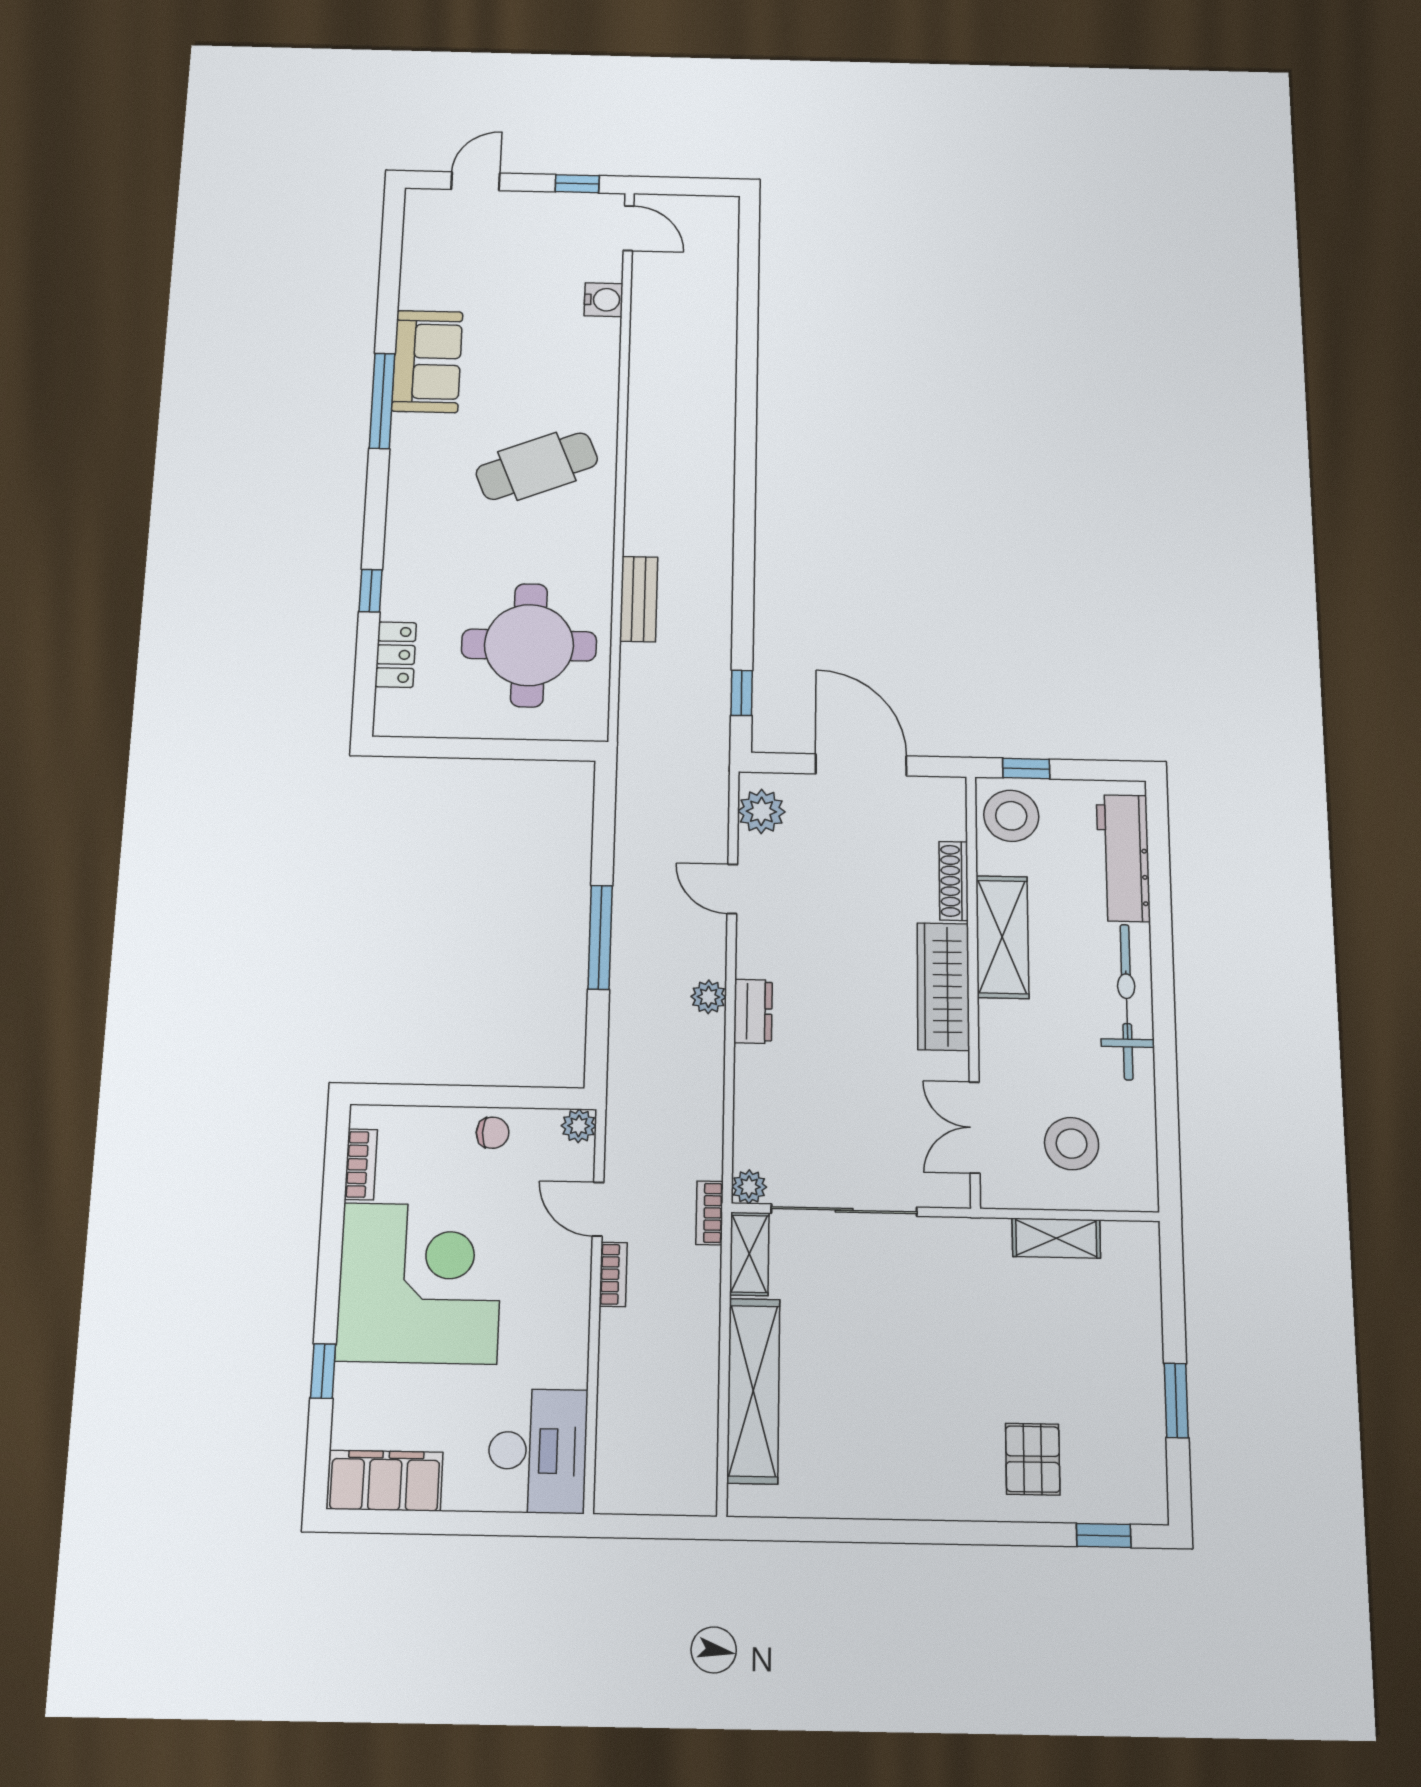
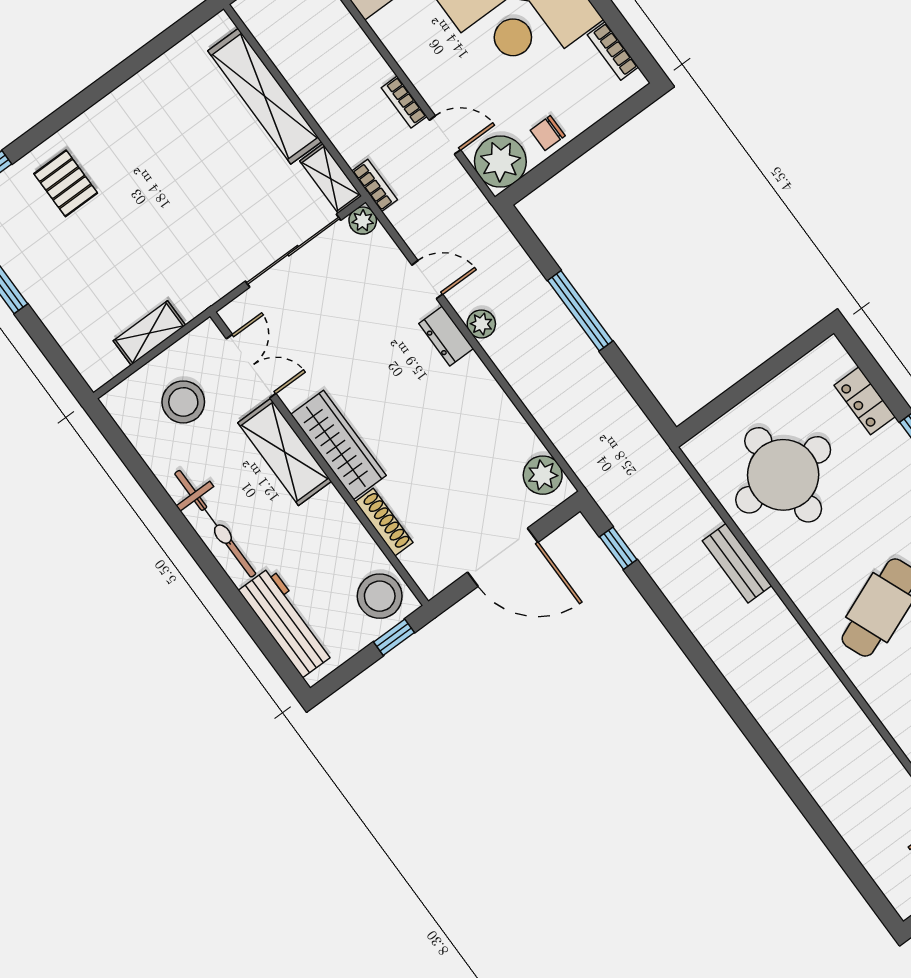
door: (732, 889) -> (427, 280), moved
shelving: (1002, 937) -> (285, 452), moved
plant: (579, 1126) -> (500, 162), width x1.88, depth x1.88

